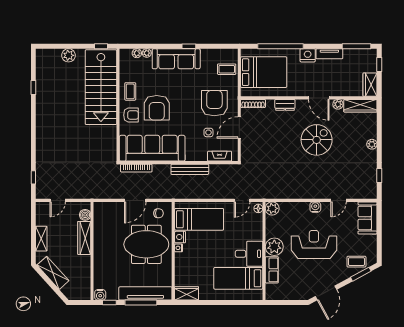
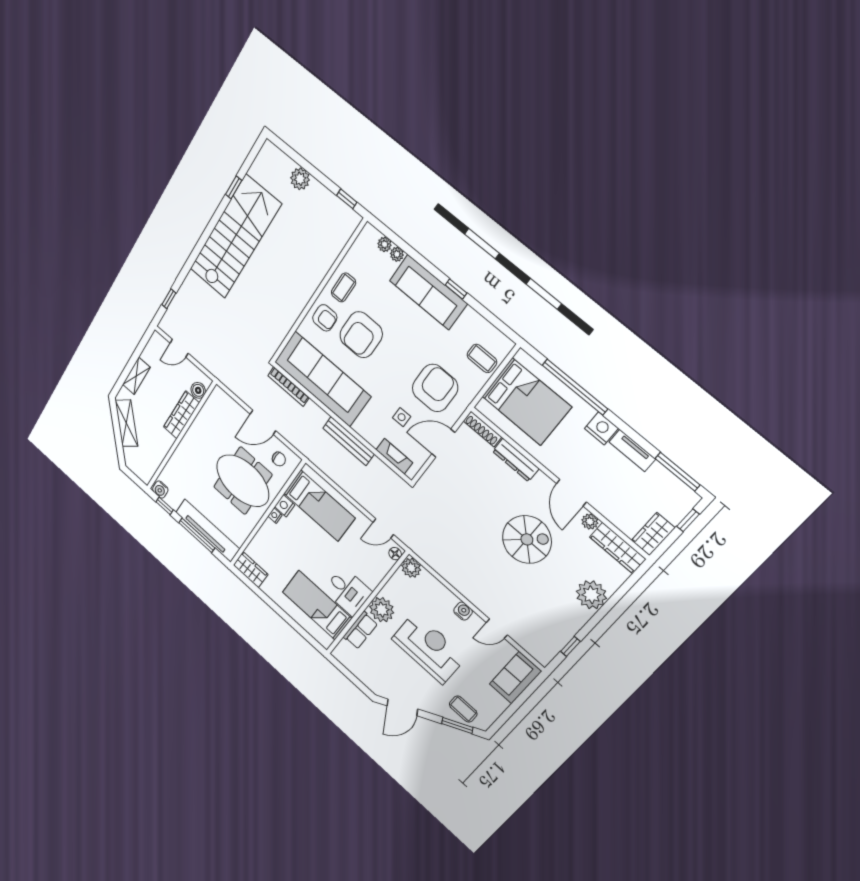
stairs: (101, 87) -> (235, 237), moved, turned 180
dresser: (285, 105) -> (516, 460), width x1.44
plant: (372, 144) -> (591, 595), width x1.87, depth x1.87

